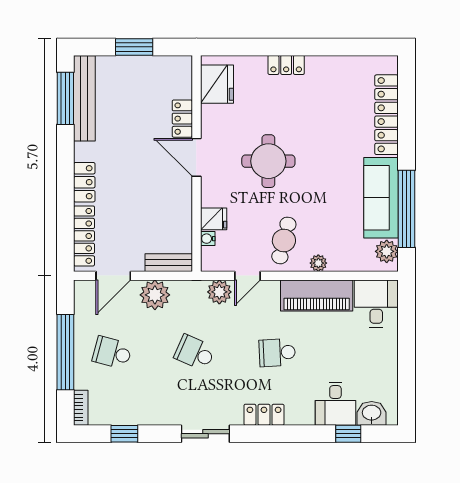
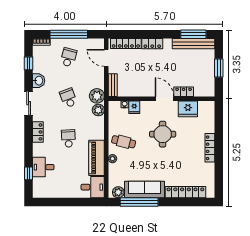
locker: (286, 65) -> (210, 148), width x1.53
fridge: (217, 84) -> (188, 109), moved
door: (196, 157) -> (164, 99), hinge flipped
door: (248, 276) -> (106, 124), removed
plant: (155, 295) -> (97, 96), moved
school desk: (195, 353) -> (68, 98), turned -45
washbasin: (372, 413) -> (39, 81), moved

